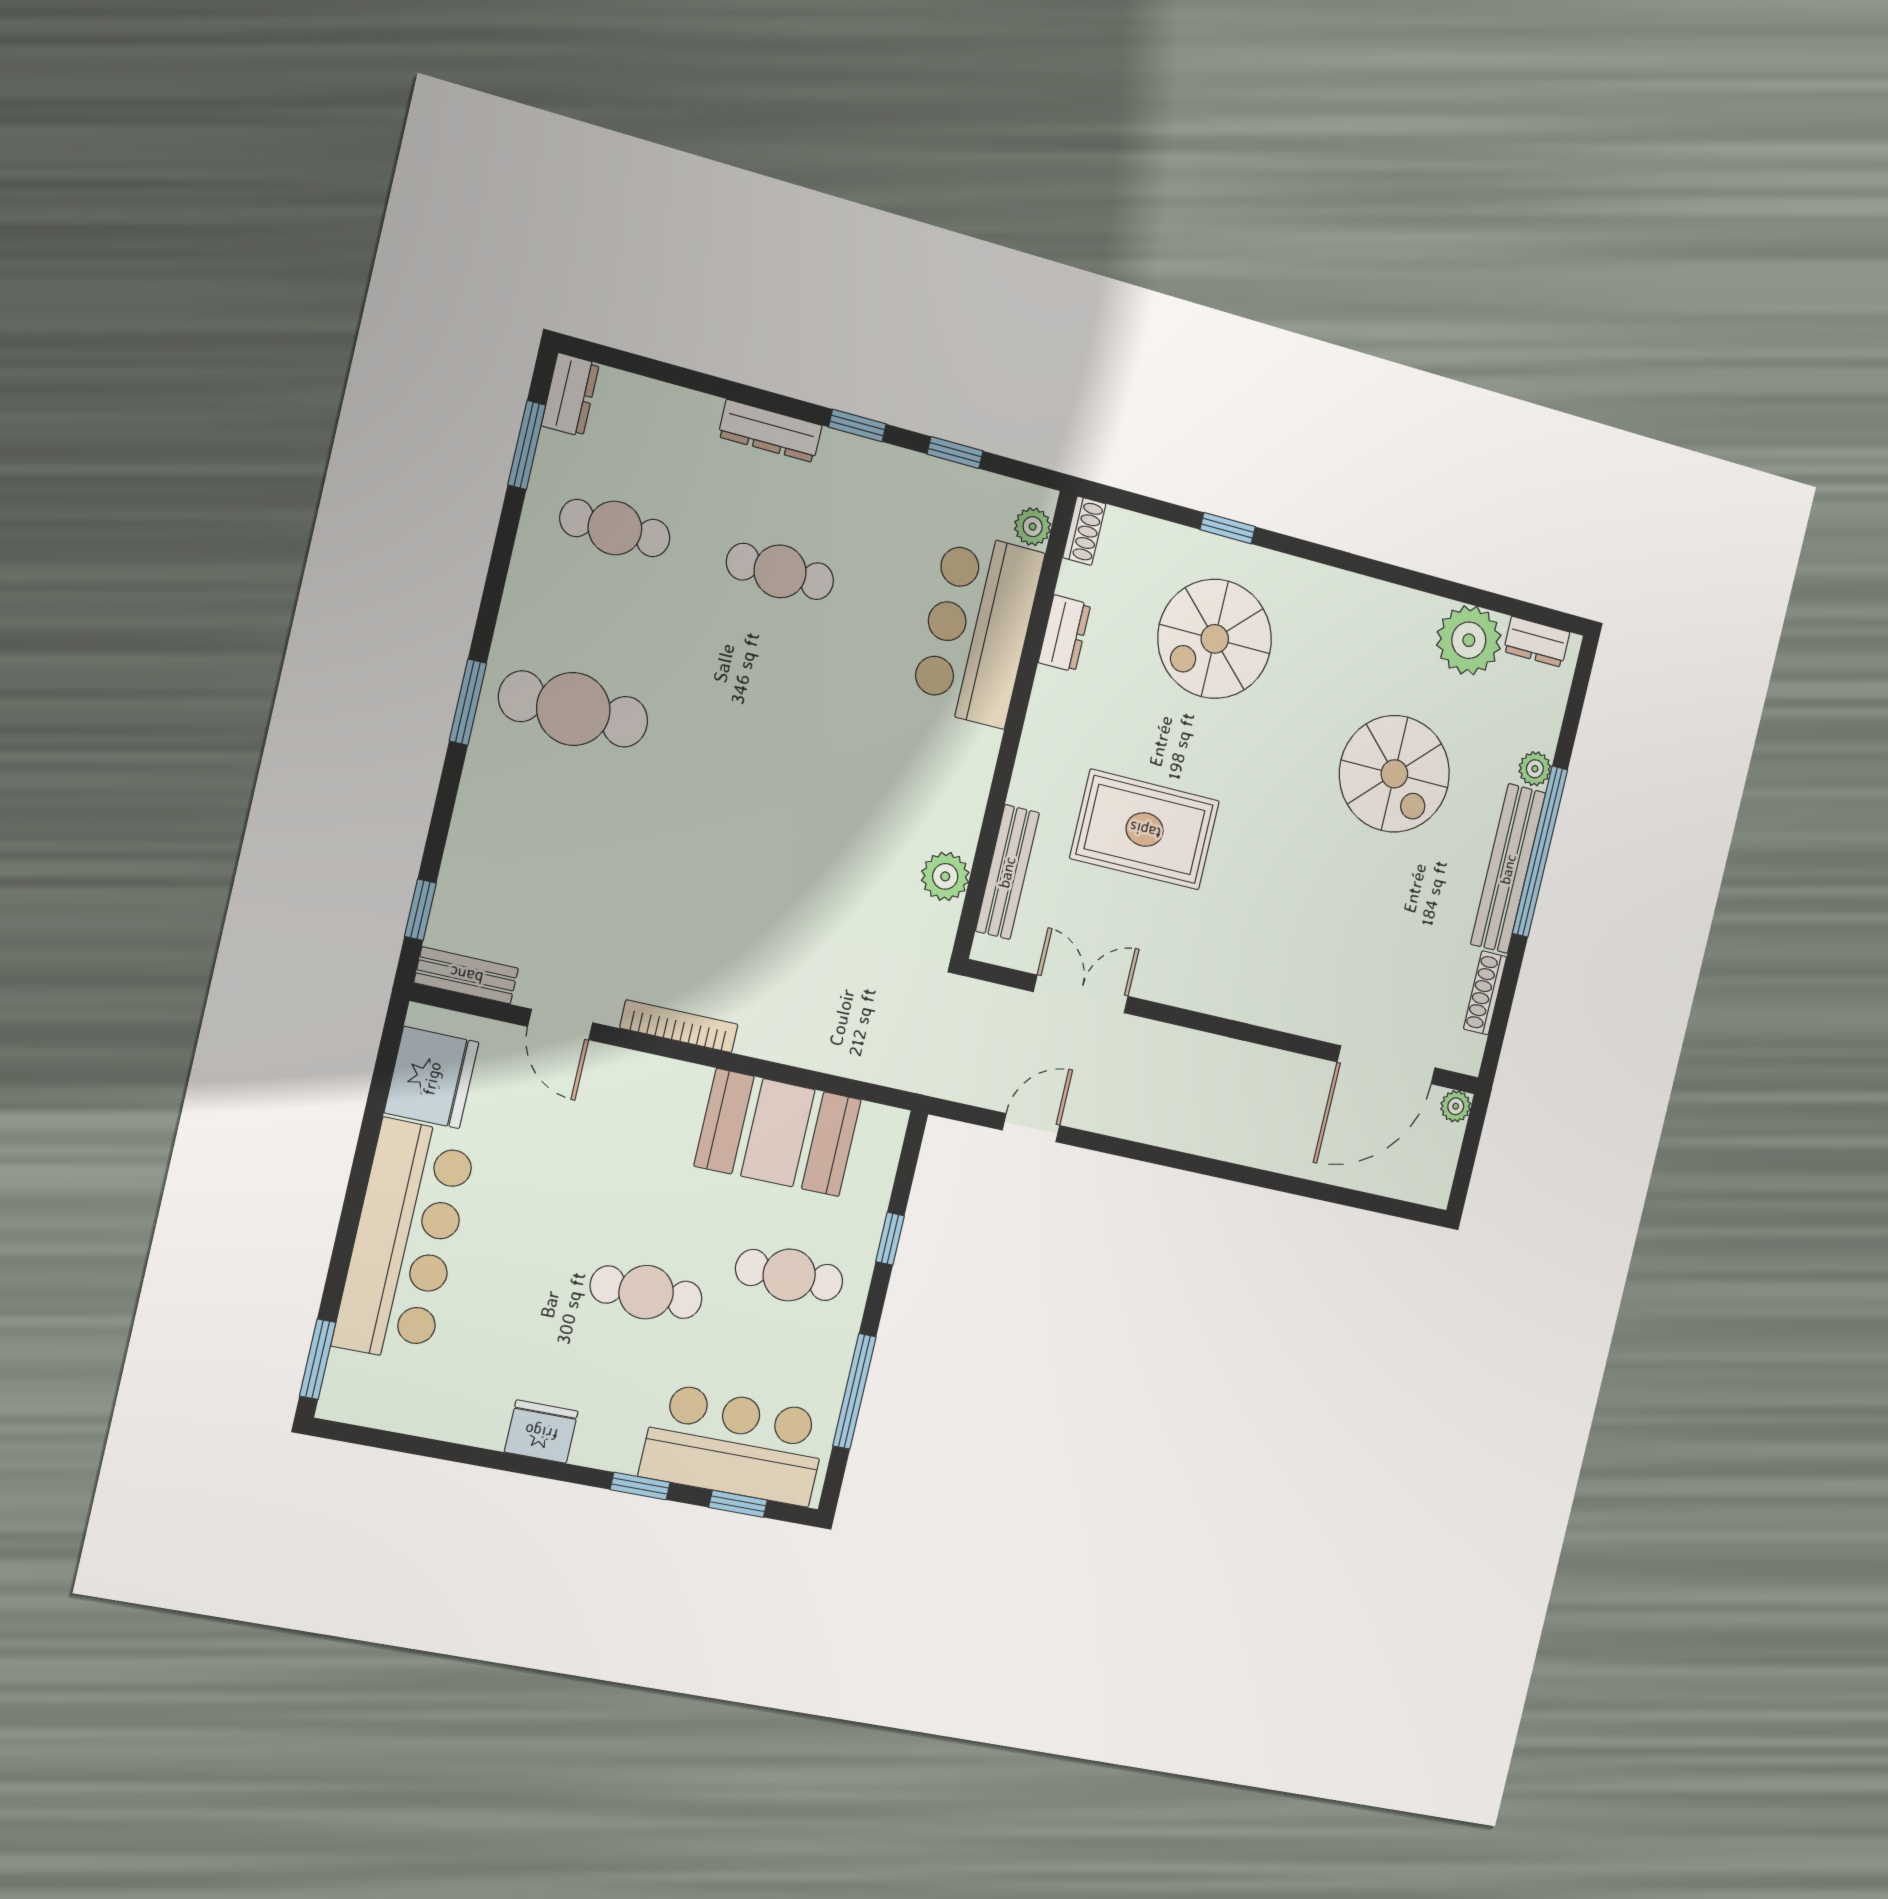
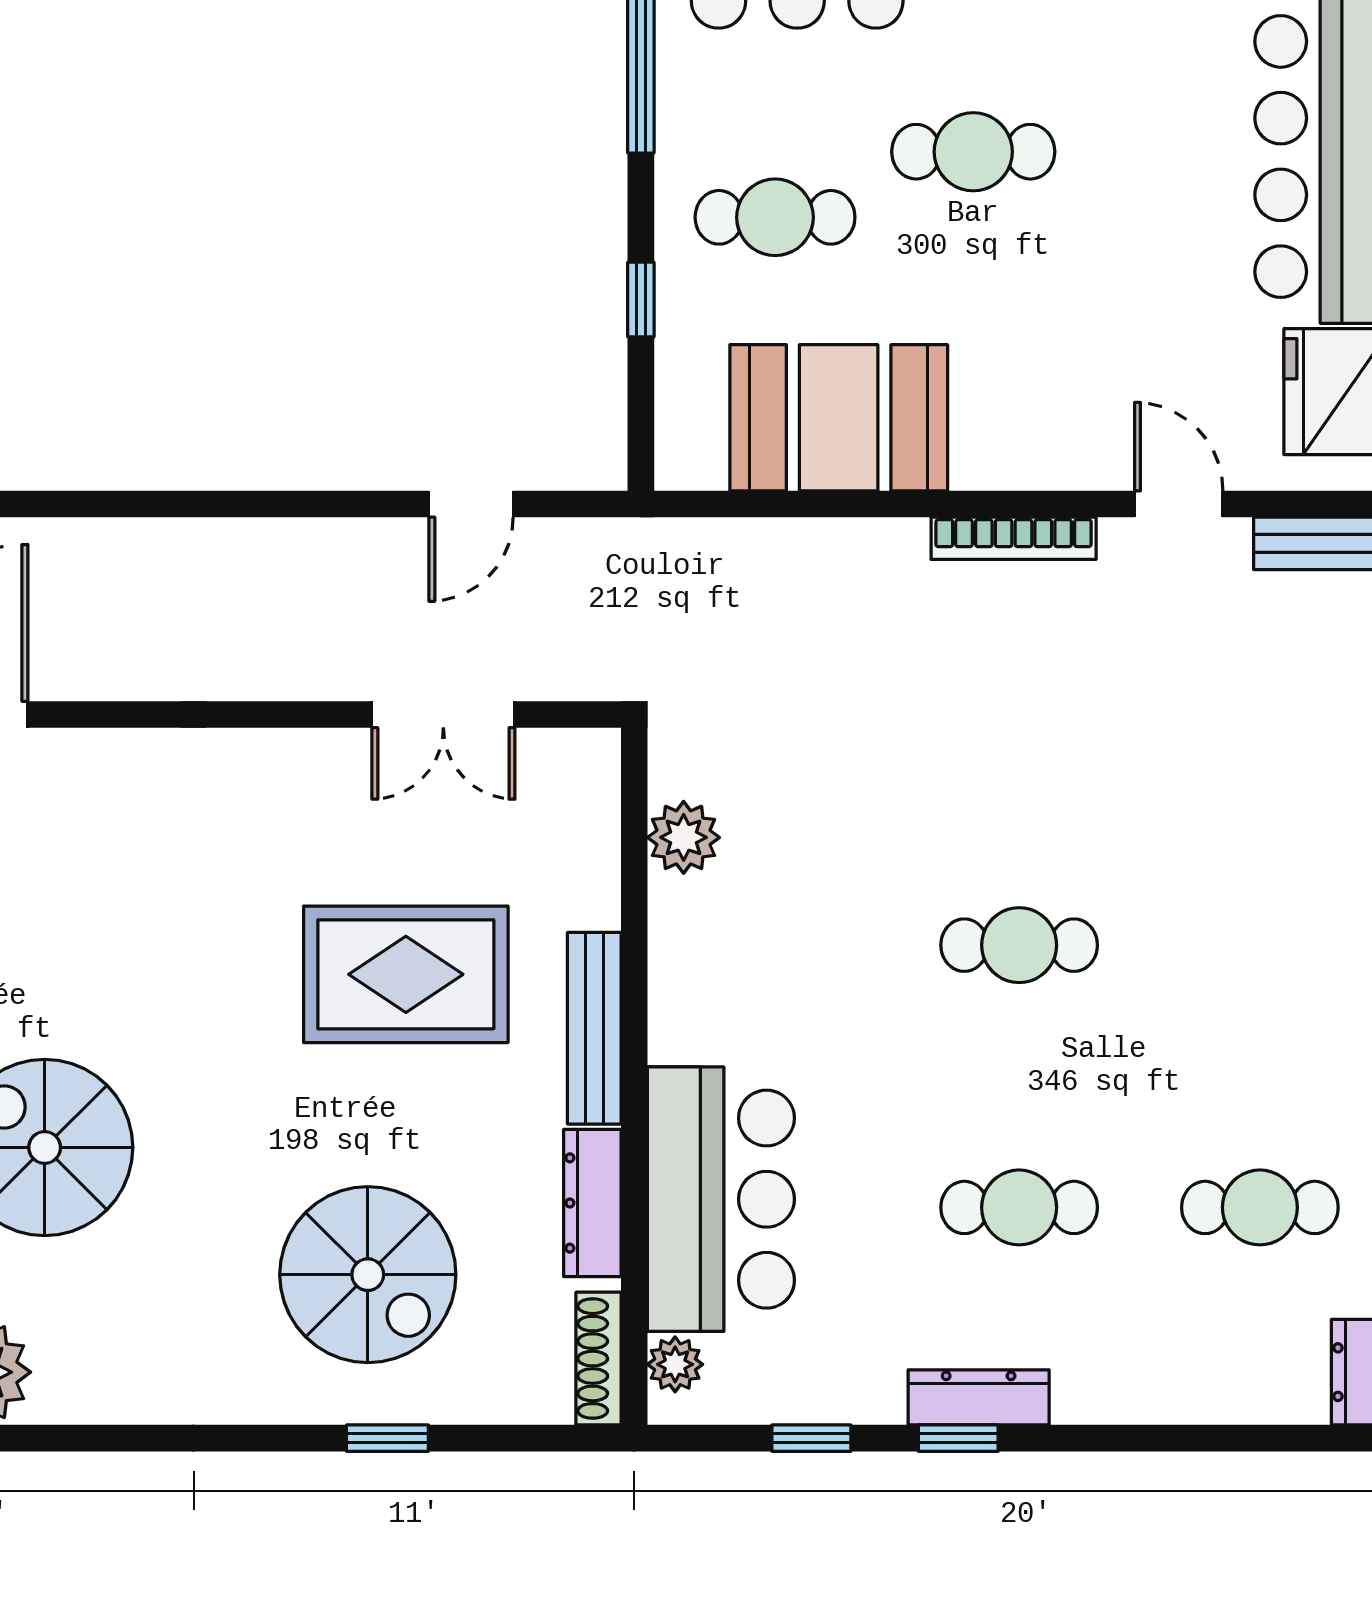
dresser: (770, 431) -> (979, 1397), moved
shoe rack: (1084, 531) -> (599, 1359), width x1.43
dresser: (1064, 634) -> (592, 1203), width x1.44
spiral stairs: (1215, 639) -> (368, 1275), turned 90
cafe table: (573, 709) -> (1019, 945), moved, width x0.73, depth x0.74
bench: (1007, 872) -> (594, 1028), moved

